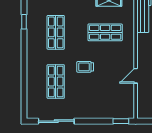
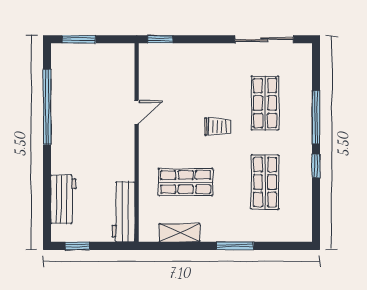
window: (24, 22) -> (316, 166), moved
window: (24, 73) -> (316, 117), added

